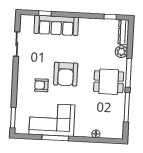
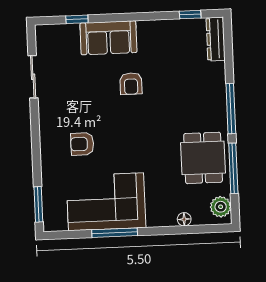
sofa: (56, 25) -> (108, 38), width x0.73
plant: (121, 52) -> (221, 207), moved
armchair: (66, 74) -> (131, 84), moved, width x0.53, depth x0.53
dining table: (109, 82) -> (203, 158), moved, turned 90

